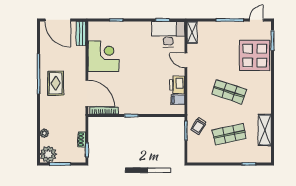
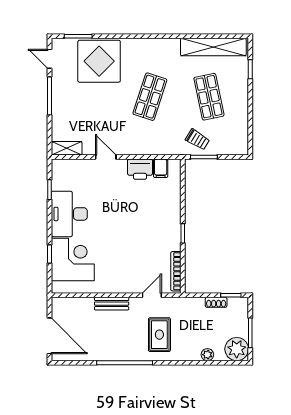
door: (58, 20) -> (49, 336), hinge flipped
bench: (81, 34) -> (112, 304), moved
desk: (168, 34) -> (69, 214), moved
corner desk: (104, 56) -> (73, 259), moved, turned 90
door: (186, 60) -> (106, 157), swing flipped
rug: (56, 83) -> (159, 335), moved, turned 90
door: (87, 93) -> (152, 295), width x0.53
shelving: (265, 130) -> (213, 47), width x1.47

